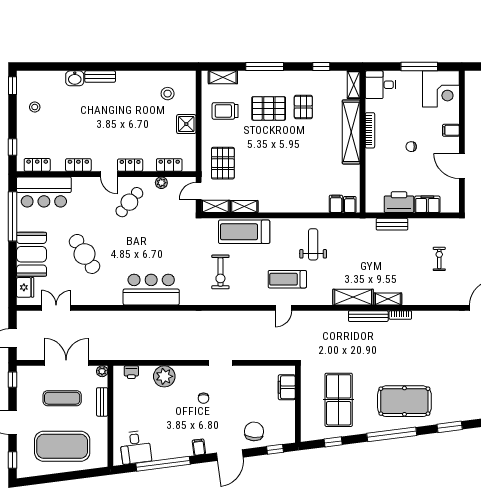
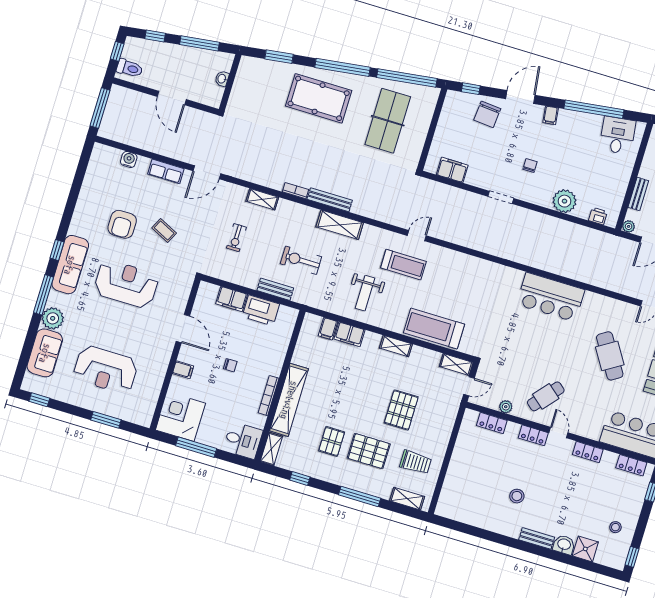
stool: (168, 94) -> (517, 496), moved
shower: (186, 124) -> (585, 549), moved
pallet: (223, 163) -> (401, 410), moved
filing cabinet: (350, 204) -> (349, 334), moved, width x2.00
shelving: (244, 207) -> (396, 346), moved
treadmill: (244, 232) -> (434, 328), turned 180
exercise bike: (220, 272) -> (301, 260), moved, turned -90
shelving: (388, 299) -> (262, 199), moved
filing cabinet: (287, 387) -> (452, 170), moved, turned -90
window: (333, 442) -> (407, 78), width x3.17

